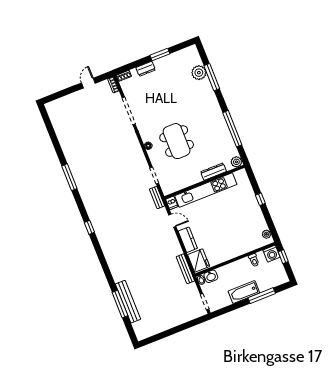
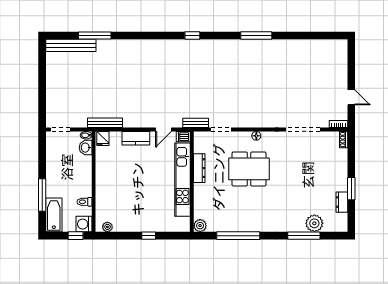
dresser: (146, 69) -> (342, 202), moved
dresser: (213, 172) -> (199, 168), moved
fridge: (199, 260) -> (103, 139), width x0.53, depth x0.75
bathtub: (244, 292) -> (54, 215), moved
bench: (128, 302) -> (71, 45), moved

